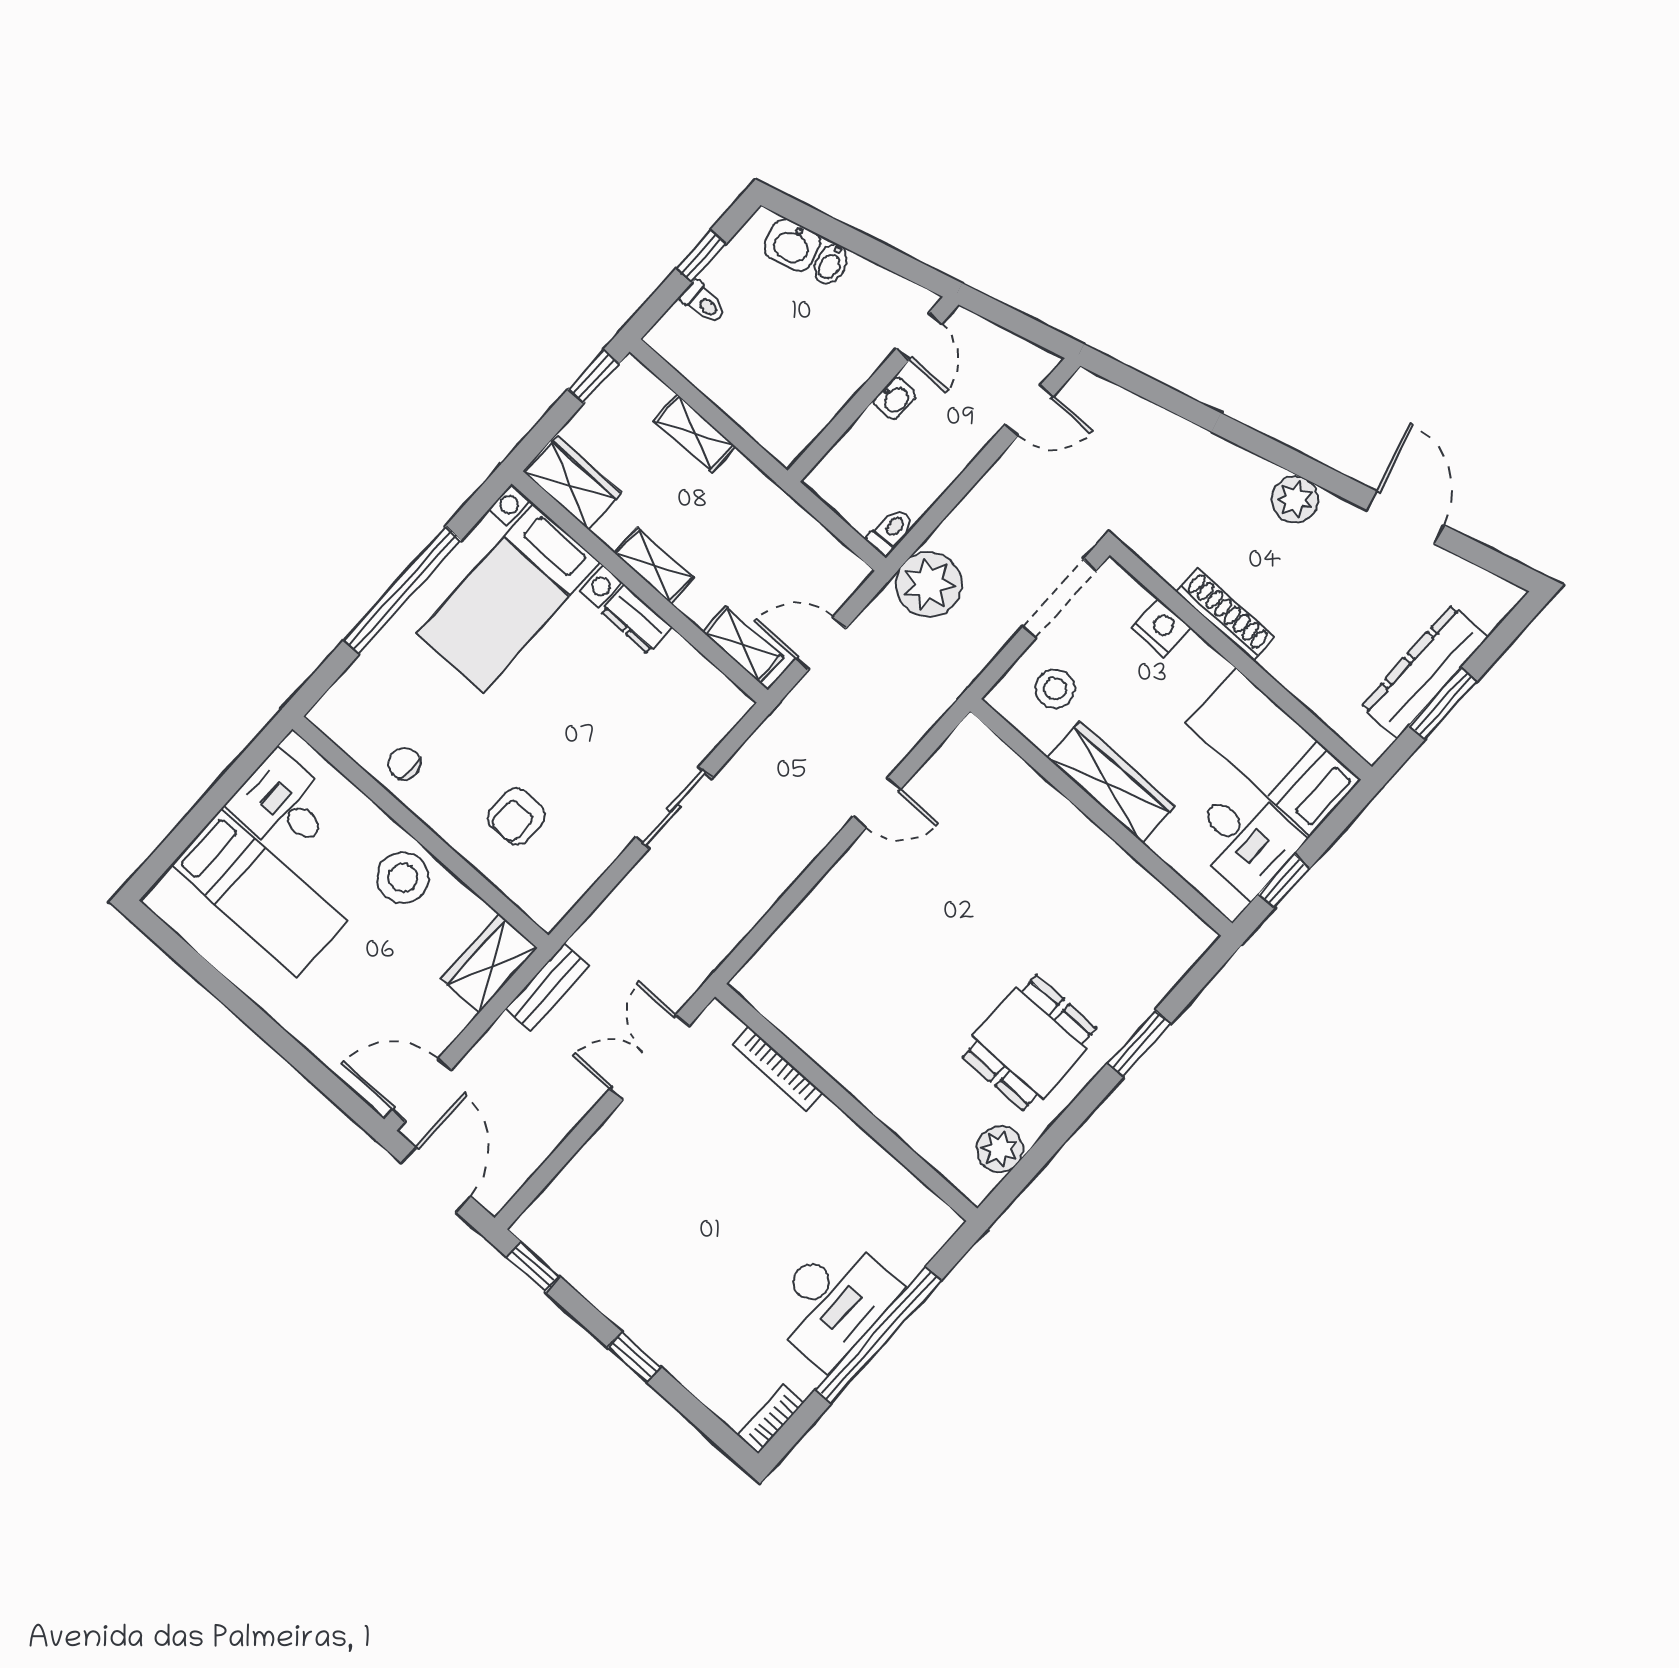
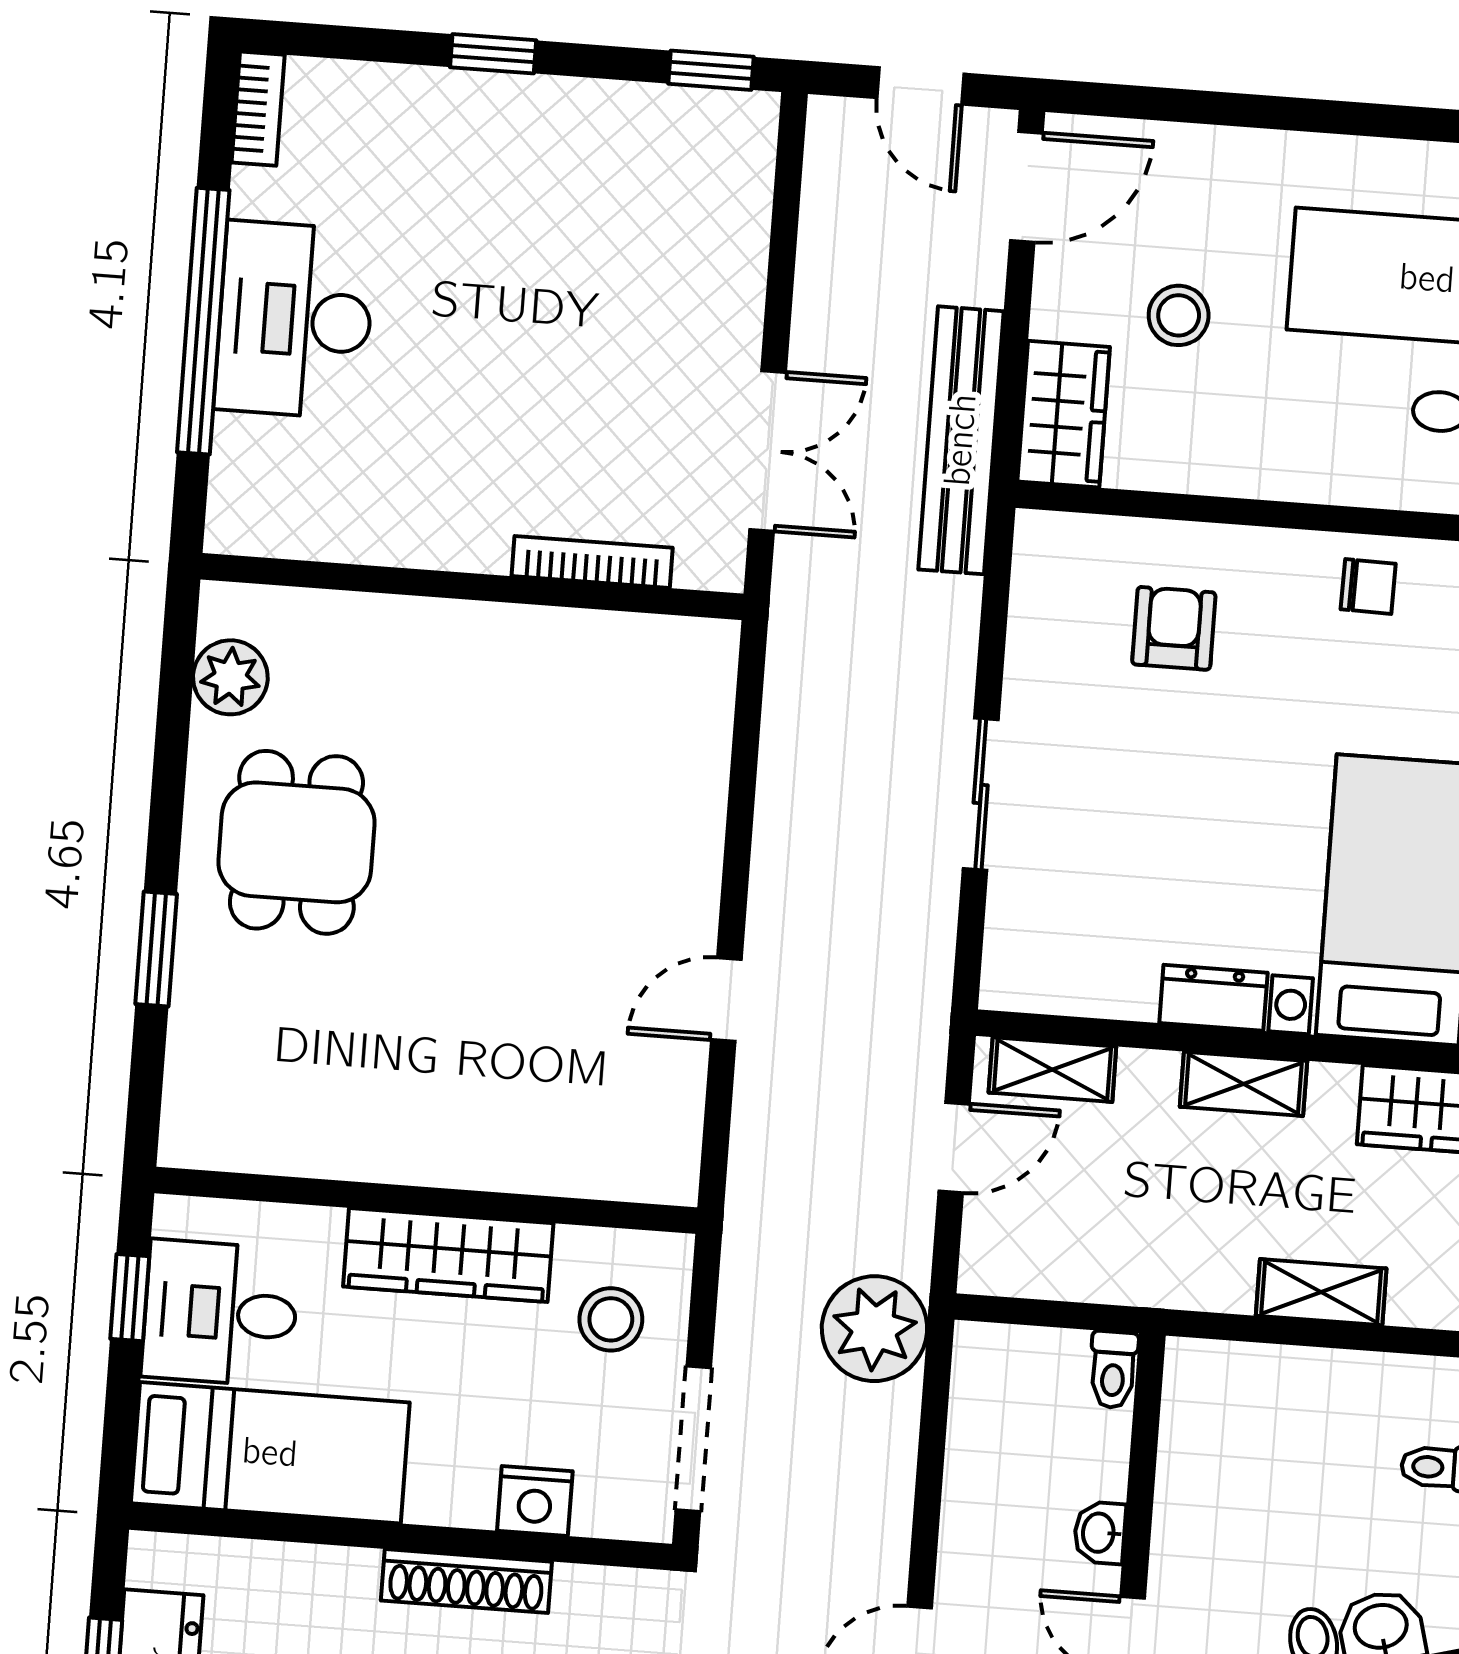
toilet: (891, 531) -> (1113, 1370), moved
stool: (403, 878) -> (1179, 315), moved, width x0.73, depth x0.73
bench: (547, 987) -> (961, 440), width x1.86, depth x1.21
door: (436, 1180) -> (920, 86), width x0.73

